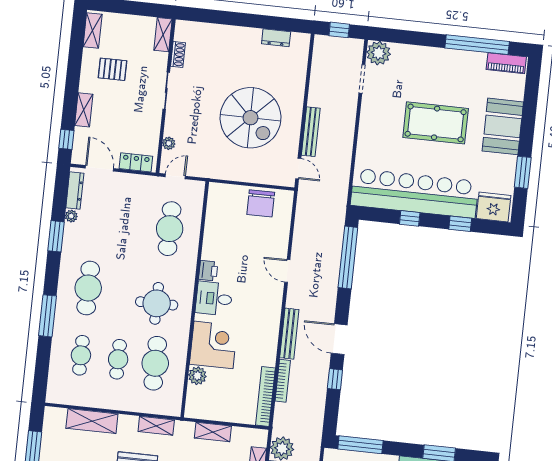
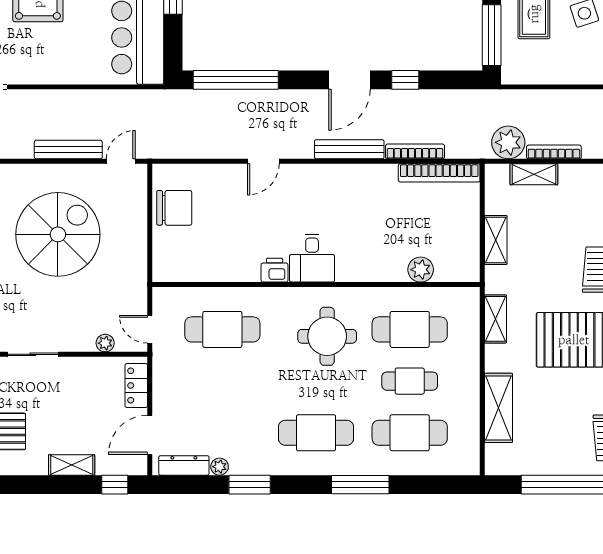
corner desk: (213, 345) -> (376, 252), removed
cafe table: (81, 355) -> (410, 433), width x1.37, depth x1.35

